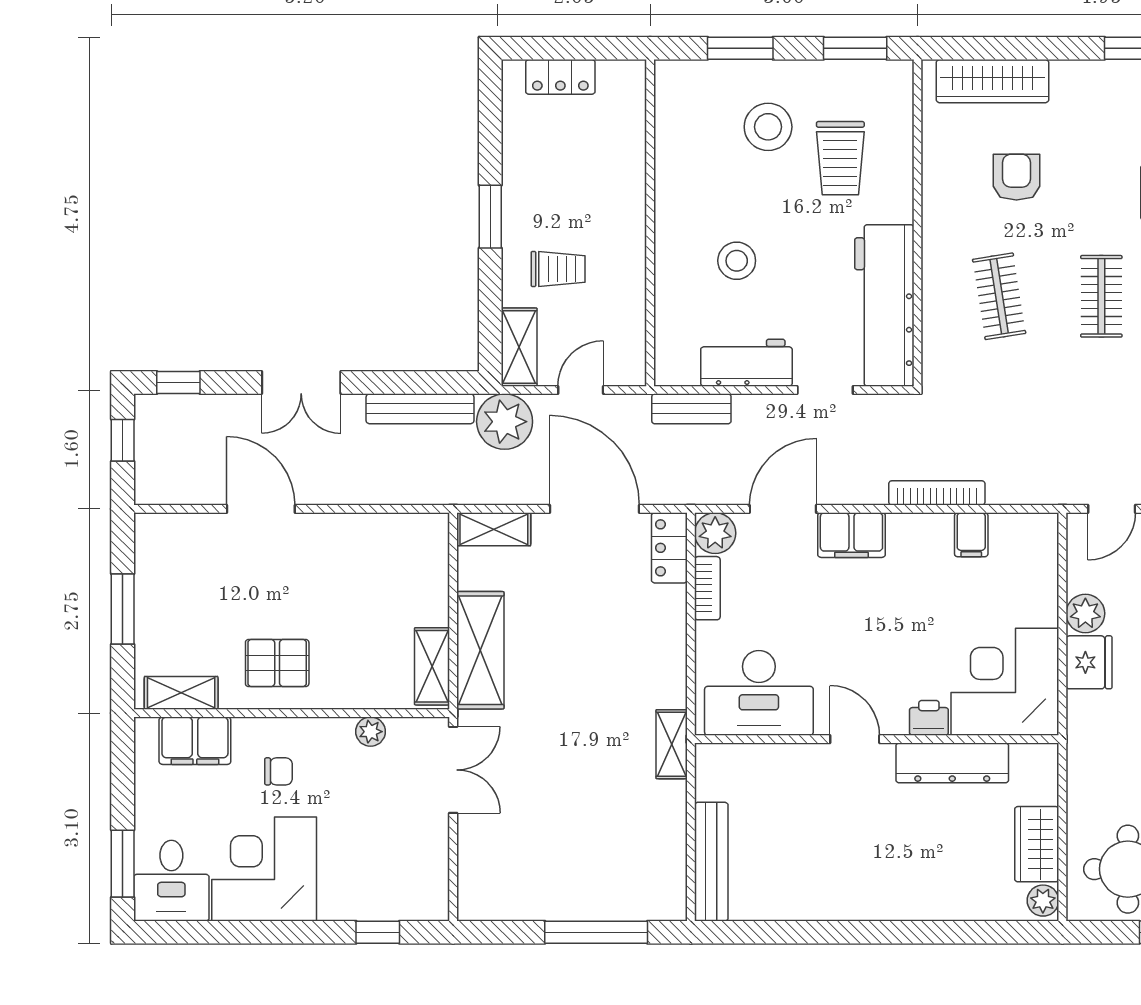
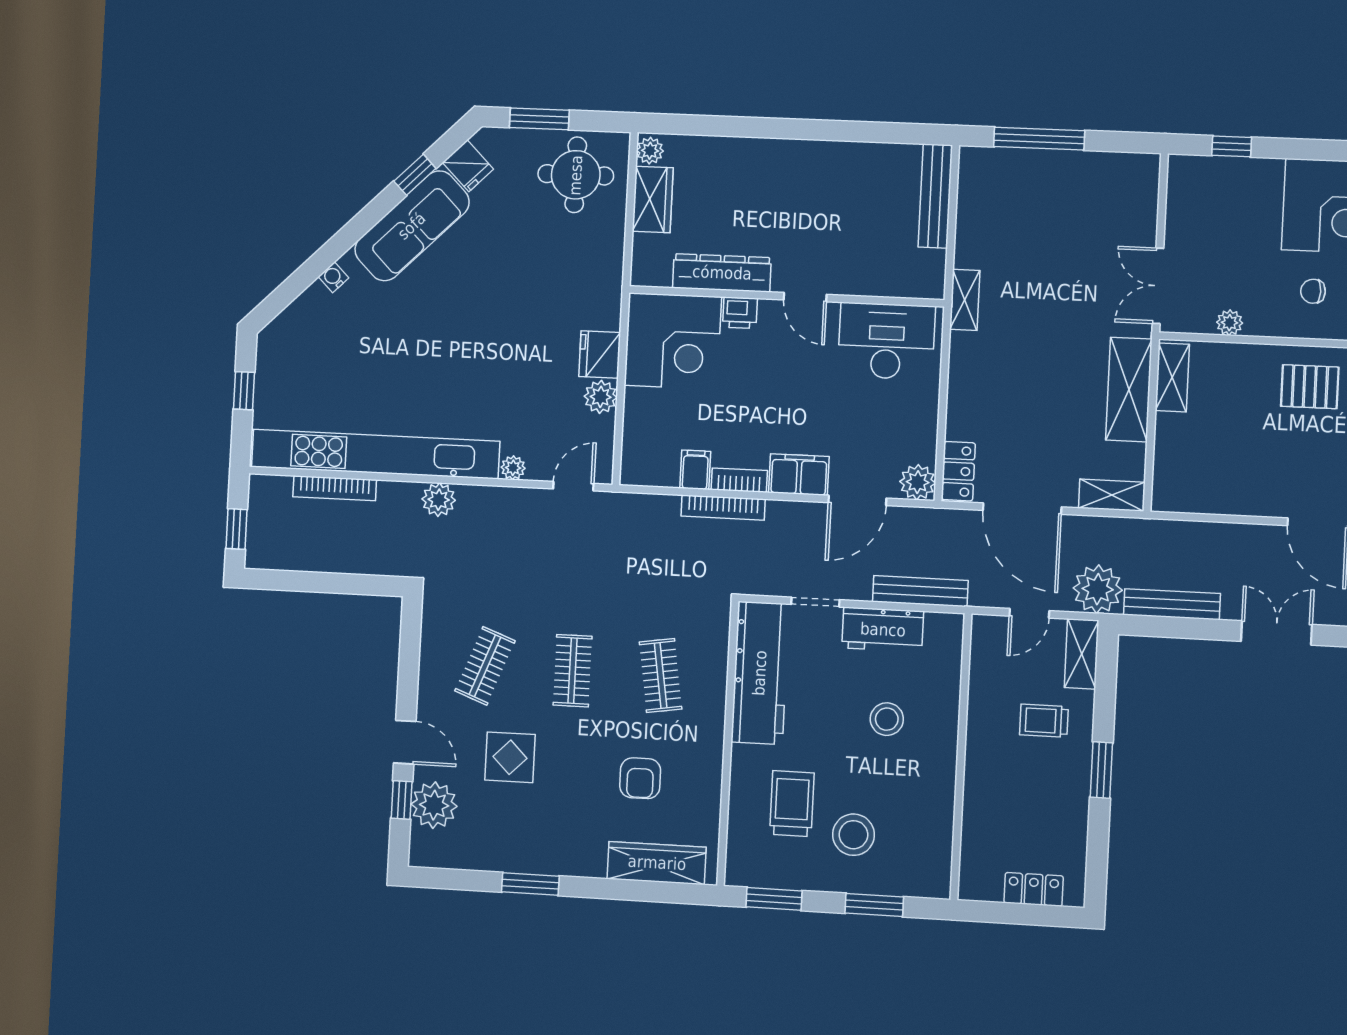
bench: (691, 409) -> (920, 591), width x1.36
bookcase: (707, 588) -> (739, 480), moved, turned 90

